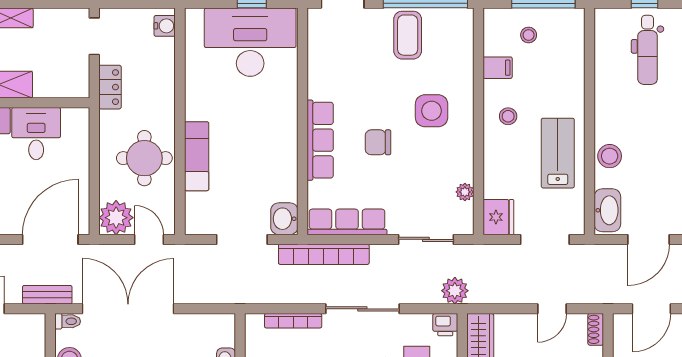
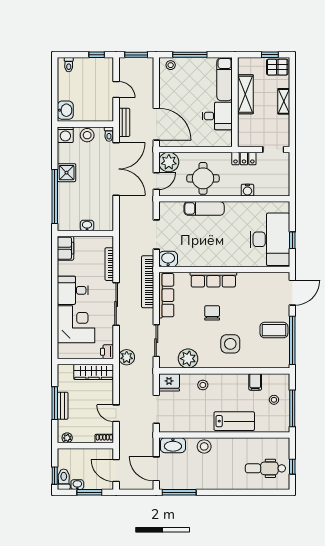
water cooler: (165, 26) -> (247, 190), moved
stool: (508, 116) -> (203, 385), moved
lab bench: (558, 153) -> (234, 421), moved
plant: (465, 192) -> (188, 359), width x1.87, depth x1.87

